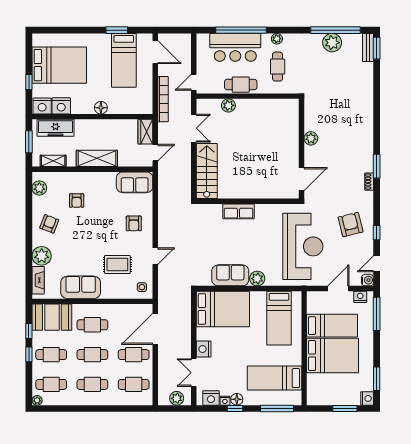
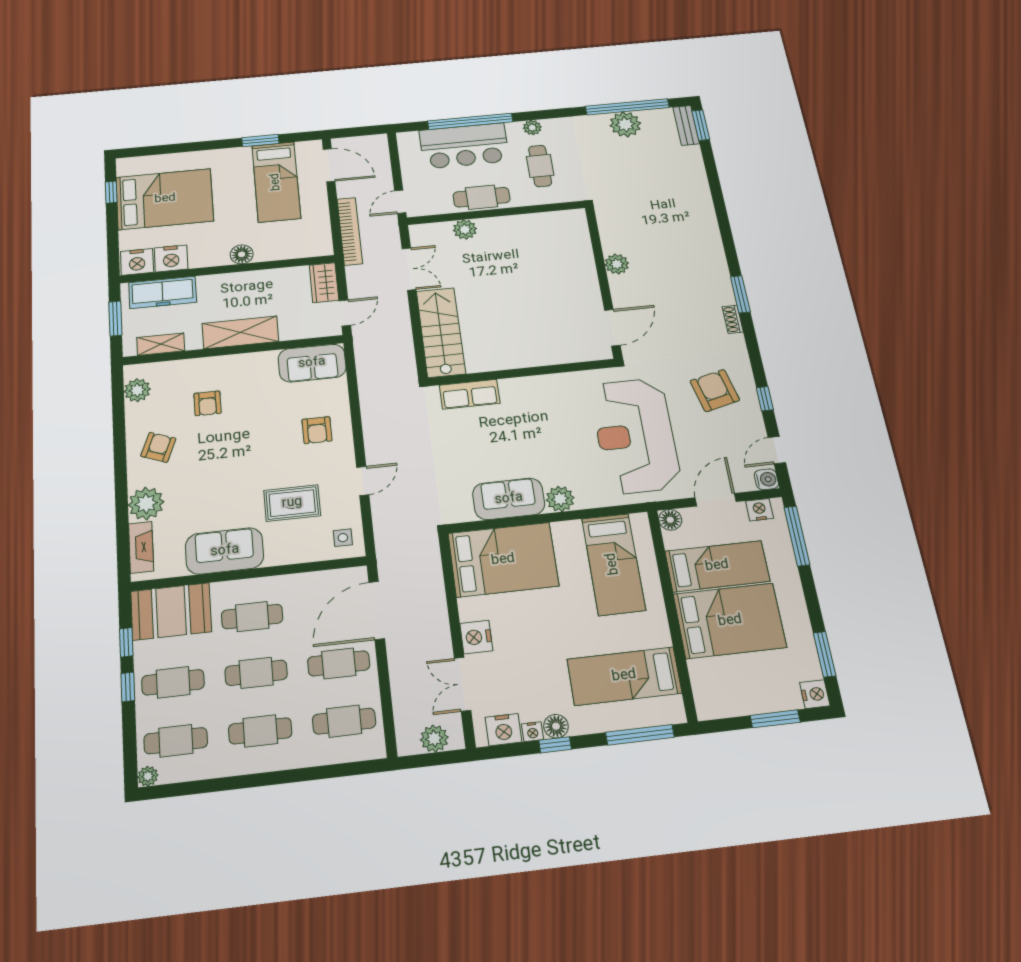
window: (29, 82) -> (111, 192), moved
row of seats: (238, 211) -> (470, 394), moved
reception desk: (303, 246) -> (635, 436), turned 180
floor lamp: (313, 297) -> (670, 520), added

